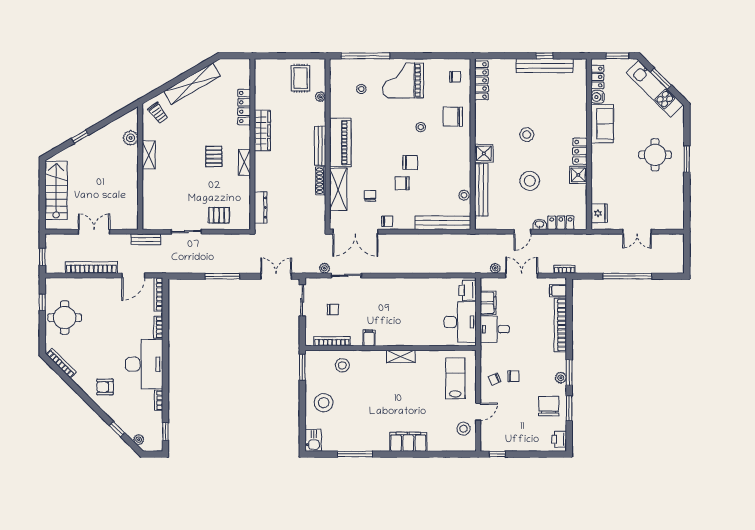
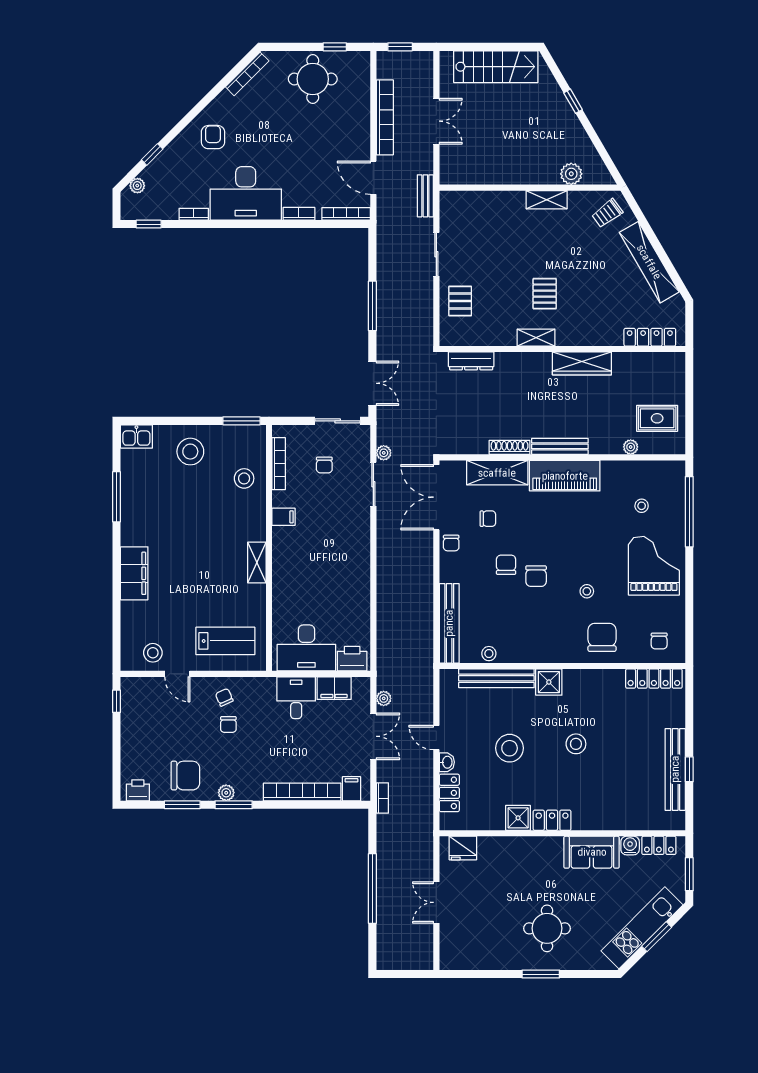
locker: (244, 107) -> (650, 337), moved
pallet: (214, 156) -> (545, 294), turned 90

